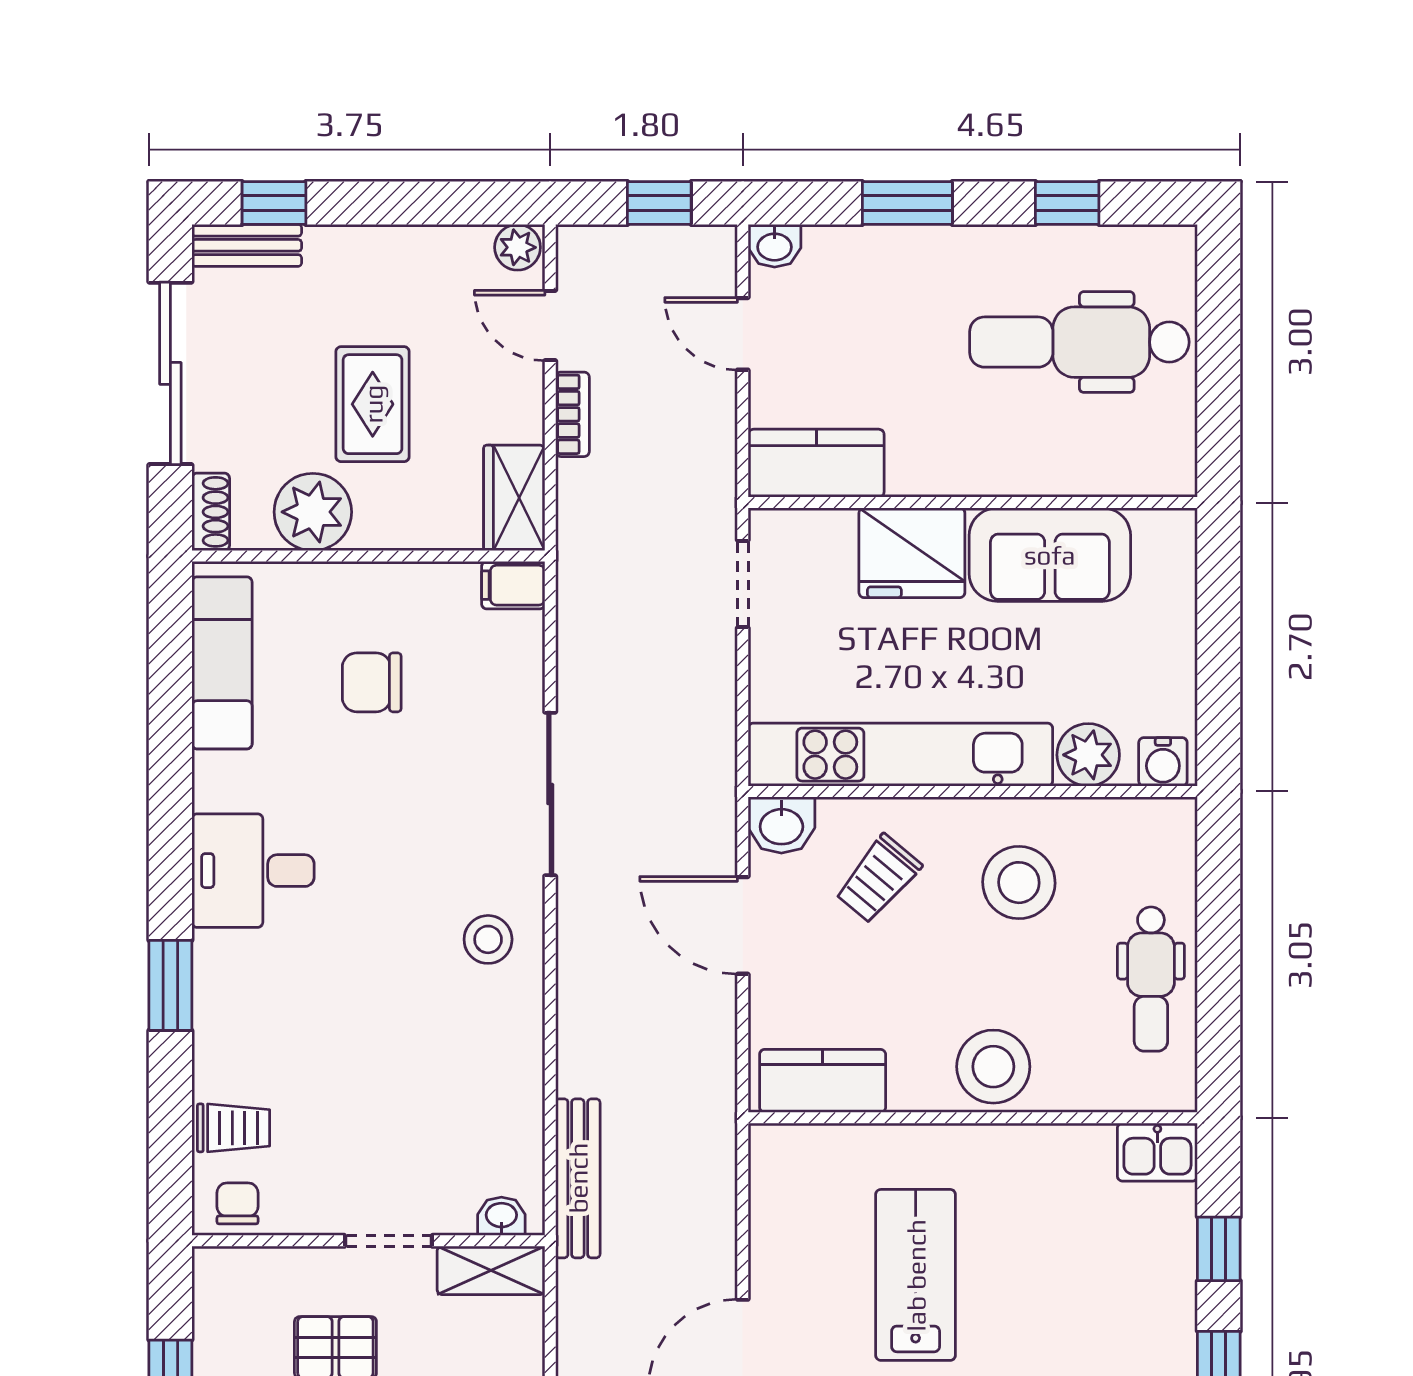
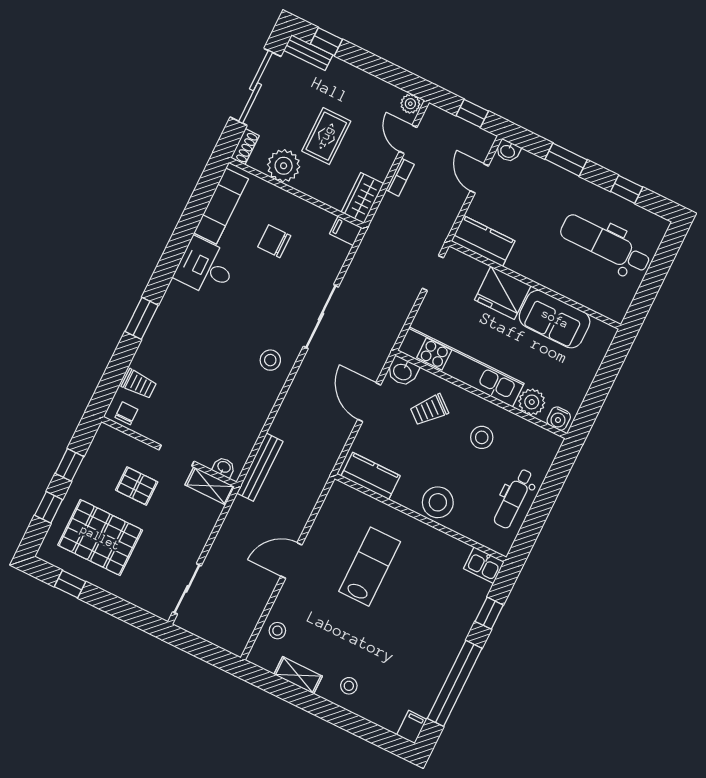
desk: (253, 871) -> (205, 267), moved
stool: (1019, 883) -> (482, 437), width x0.73, depth x0.73

